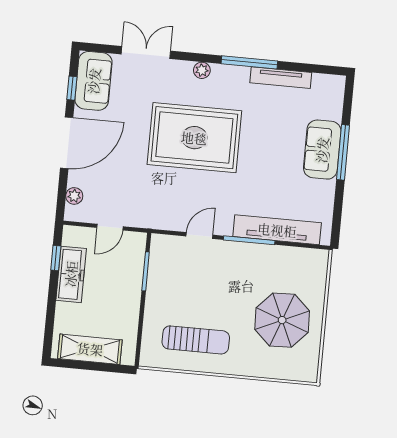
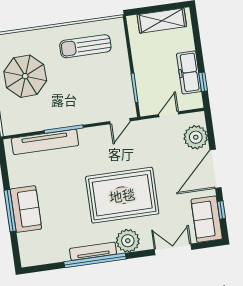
double door: (146, 53) -> (173, 249), swing flipped
window: (249, 62) -> (95, 260), width x1.46
plant: (202, 70) -> (128, 241), width x1.88, depth x1.88
tv unit: (281, 78) -> (93, 251), moved
plant: (74, 196) -> (196, 137), width x1.88, depth x1.88
door: (199, 236) -> (120, 121), moved

